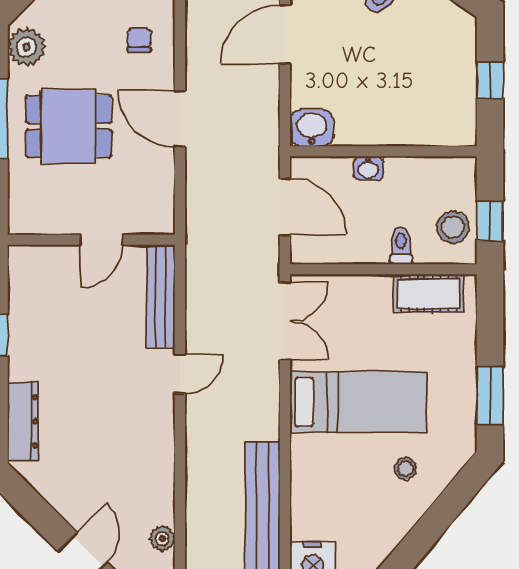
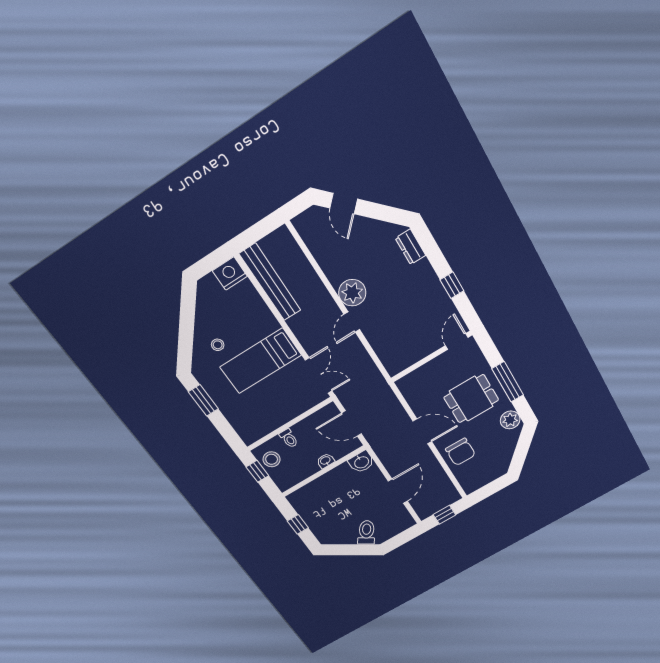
chair: (139, 40) -> (461, 452), width x1.87, depth x1.87
door: (102, 240) -> (457, 341), moved
cot: (428, 293) -> (263, 426), removed
bench: (161, 296) -> (383, 352), removed
double door: (285, 321) -> (319, 376), swing flipped
dresser: (23, 421) -> (410, 247), width x0.70
plant: (162, 539) -> (352, 293), moved, width x1.88, depth x1.88

